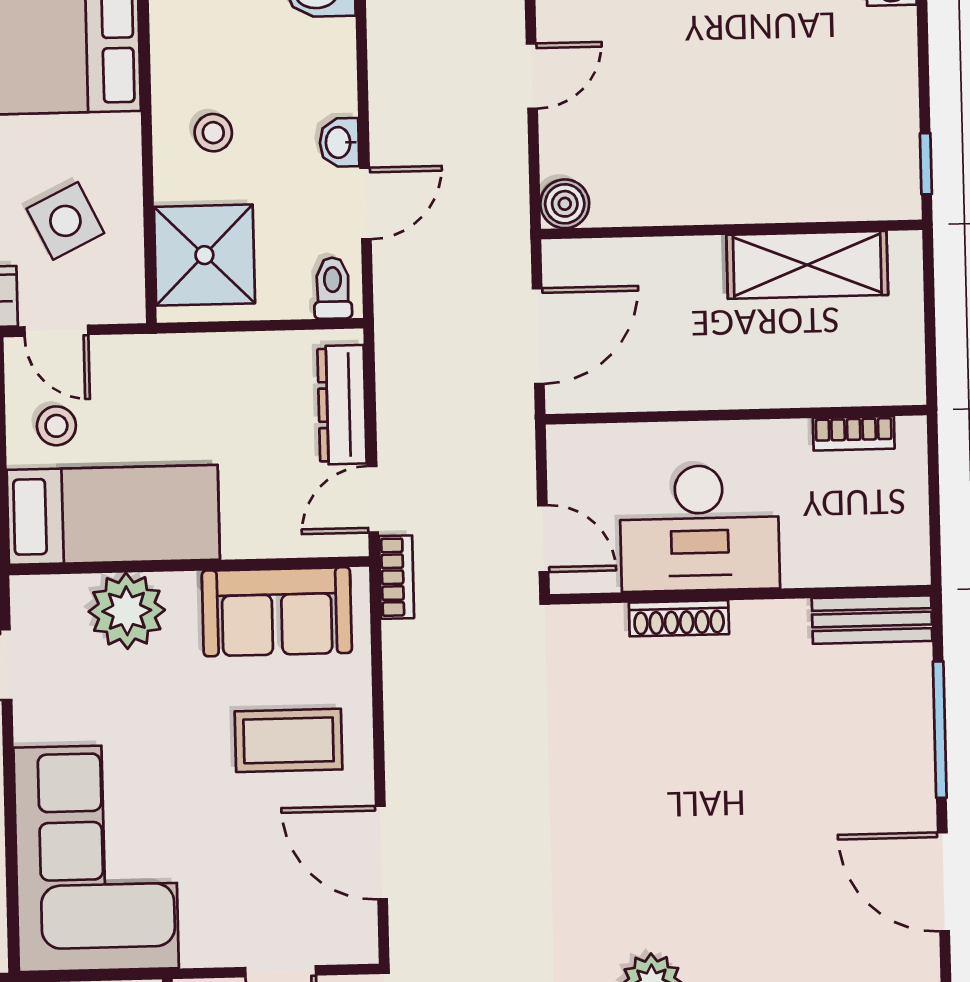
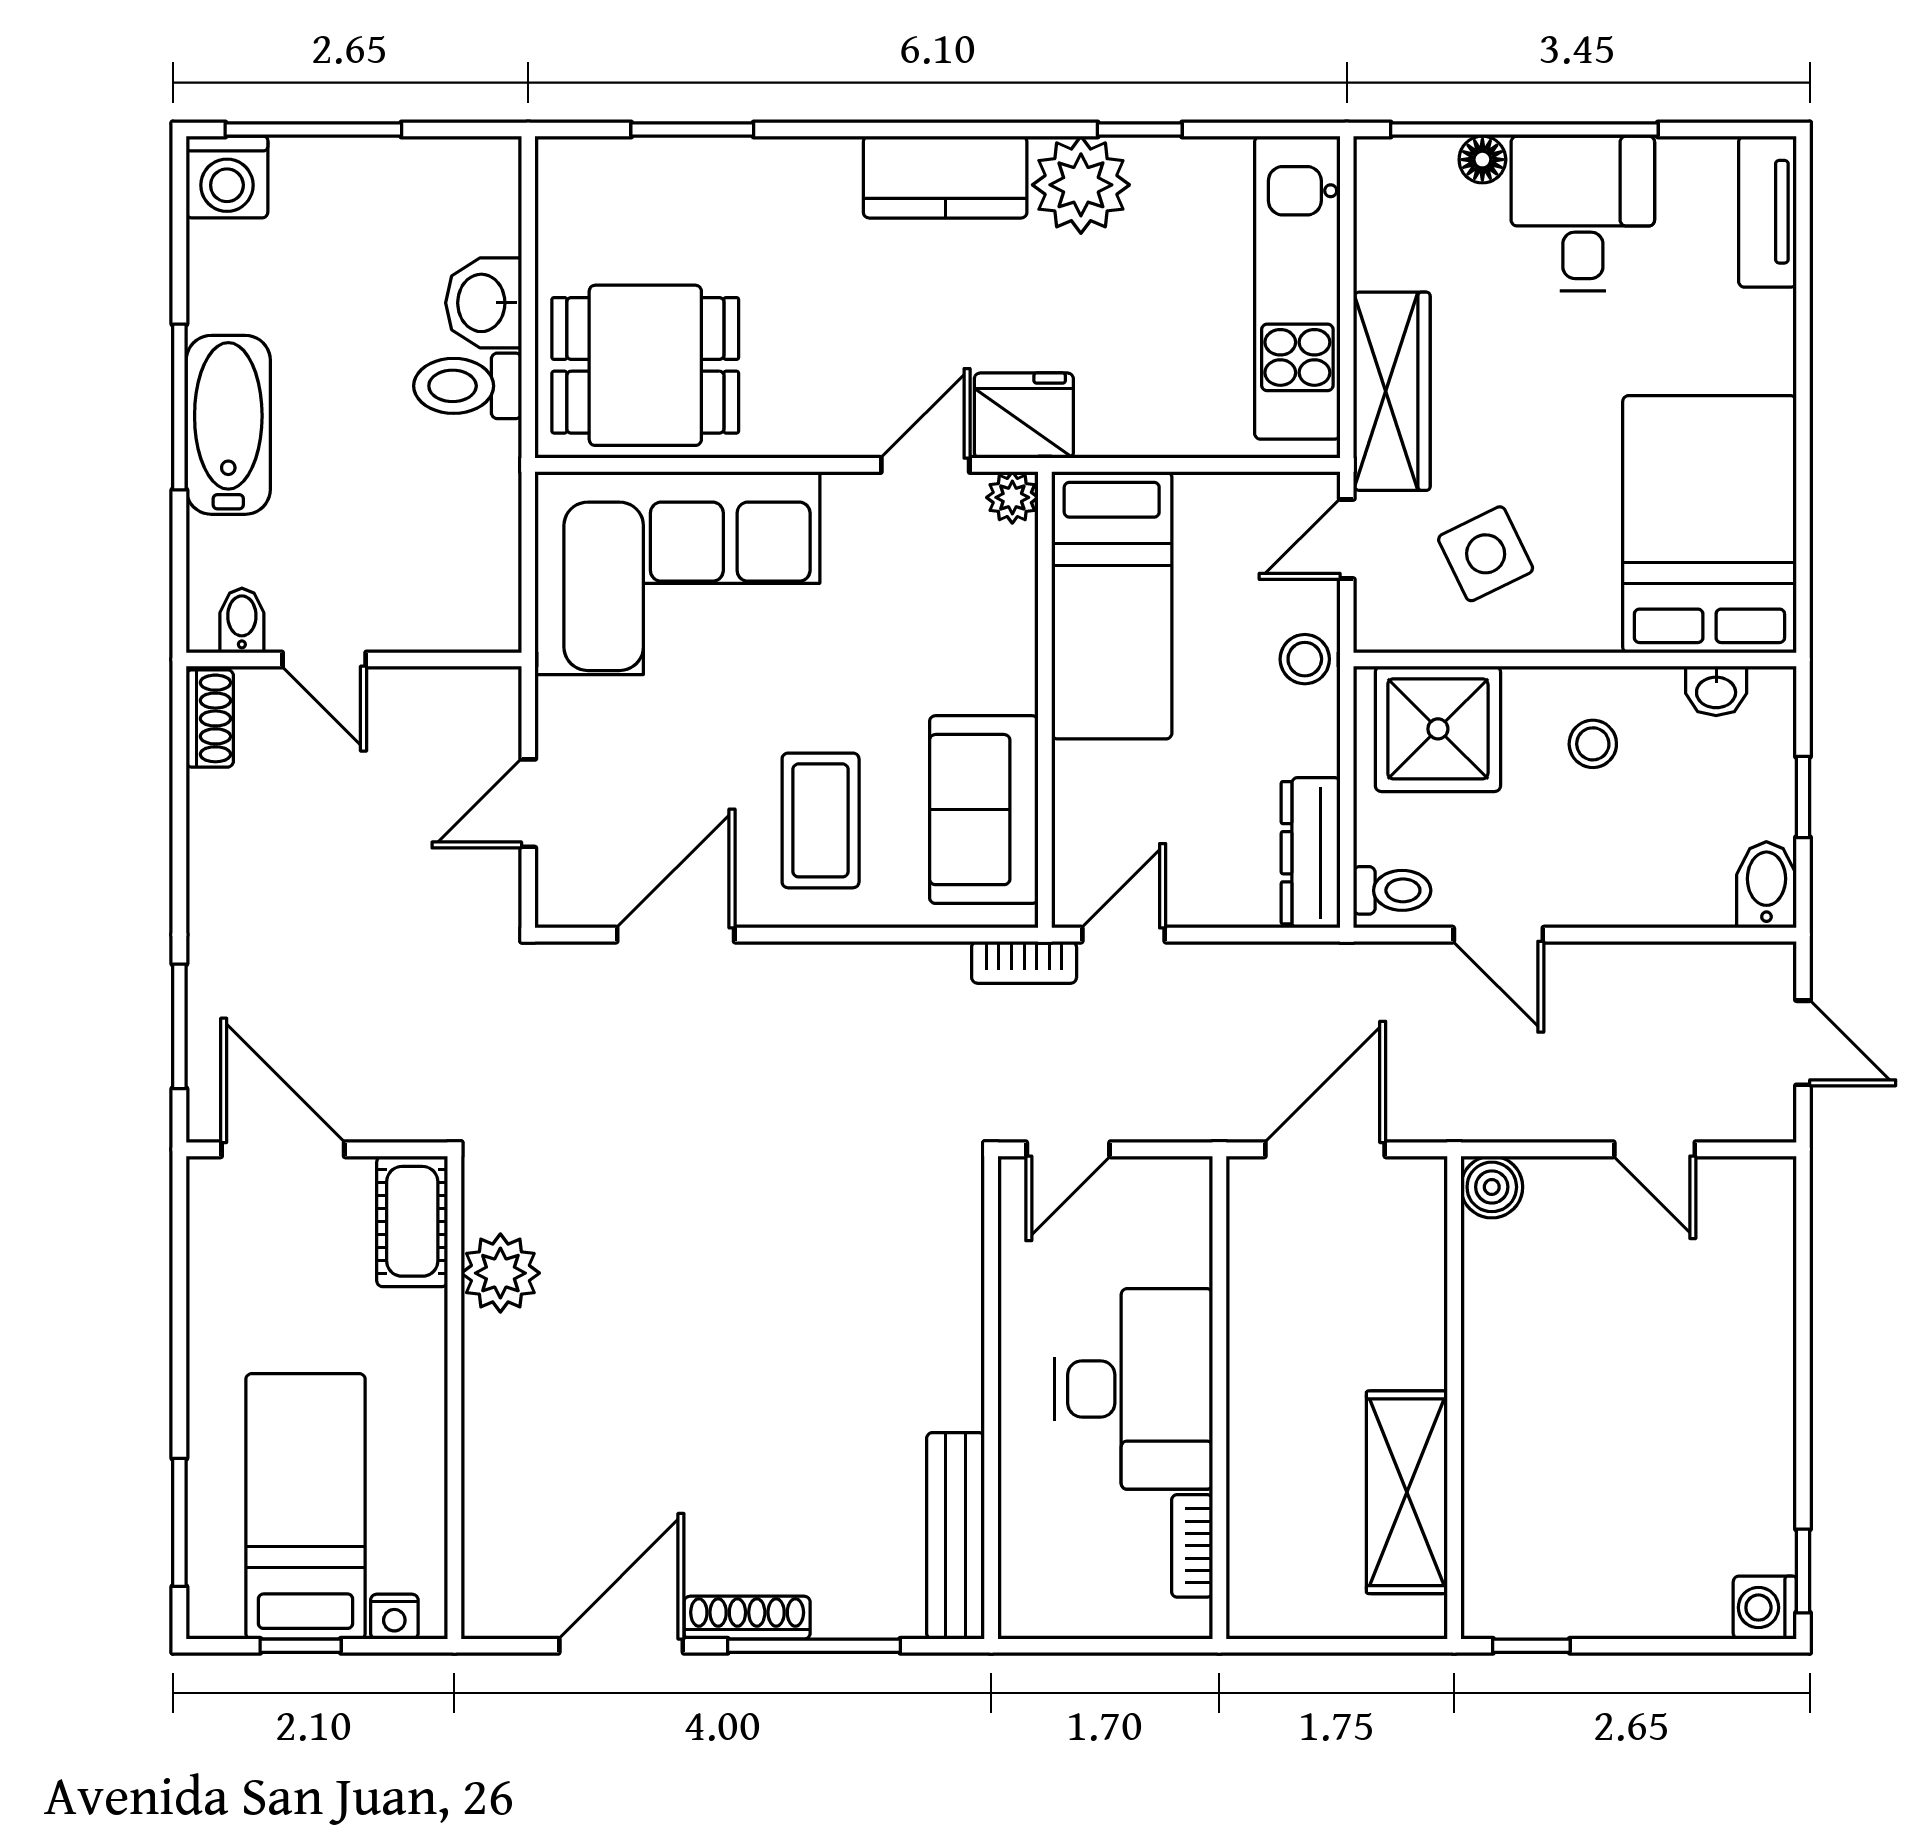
washbasin: (339, 142) -> (1716, 691), moved, turned 180
door: (538, 336) -> (1325, 1149), swing flipped
dresser: (342, 405) -> (1311, 853), moved, turned -90
stool: (56, 426) -> (1305, 659), moved
door: (373, 499) -> (1123, 935), hinge flipped
desk: (699, 528) -> (1134, 1389), moved, turned 180
plant: (127, 611) -> (1012, 497), moved, width x0.53, depth x0.53
shoe rack: (679, 618) -> (747, 1618), moved, turned 90
bench: (872, 620) -> (956, 1536), width x1.36

